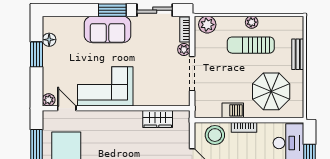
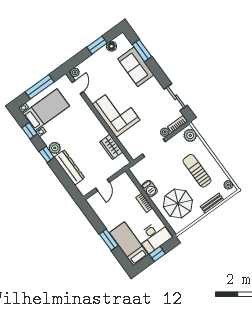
window: (112, 10) -> (142, 51), moved
plant: (252, 22) -> (228, 185), moved
sofa: (108, 29) -> (136, 67), moved
corner sofa: (105, 86) -> (116, 112), moved
stool: (215, 135) -> (127, 189), removed

